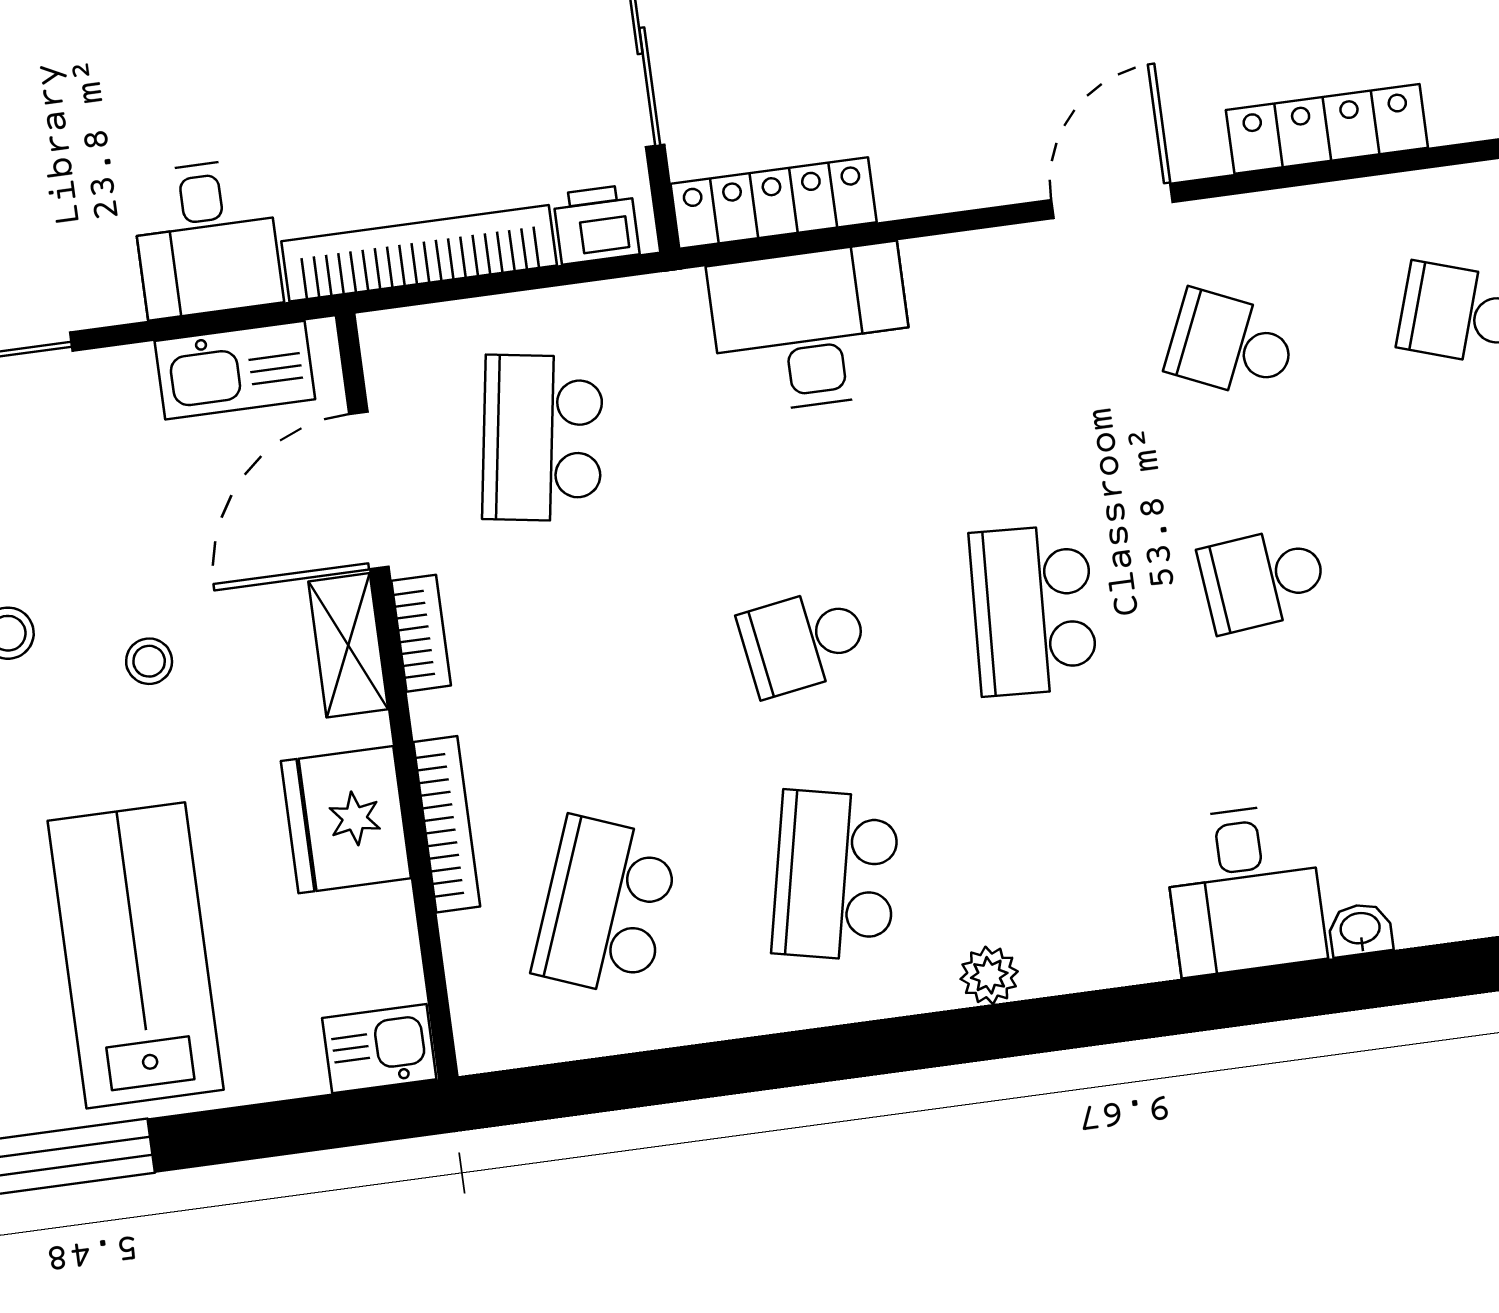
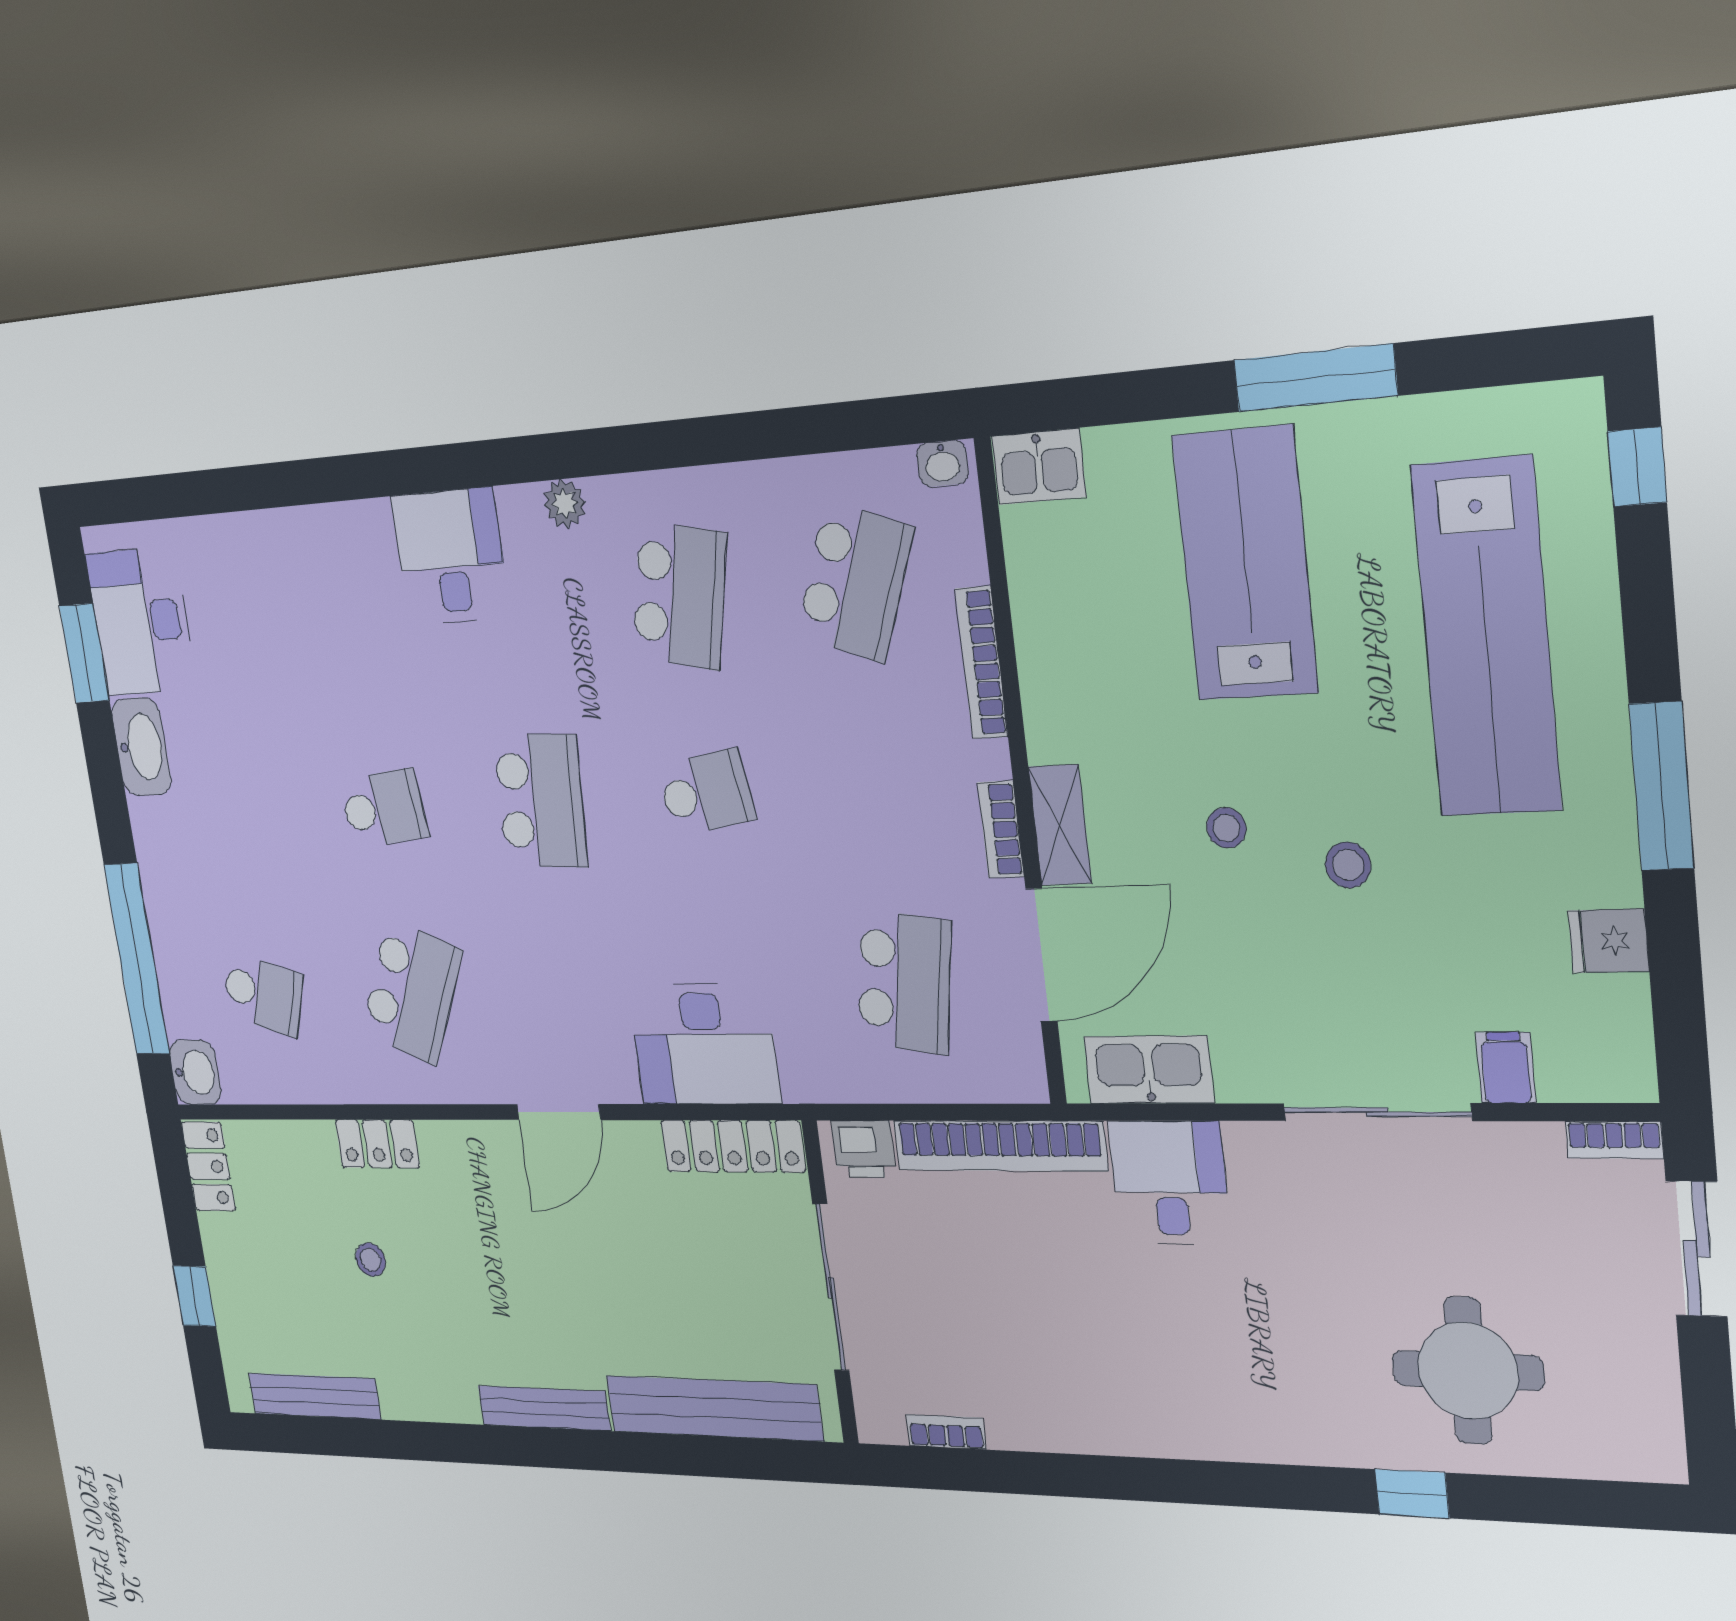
locker: (1327, 129) -> (377, 1144), width x0.66
door: (1112, 201) -> (559, 1112), moved
school desk: (1231, 345) -> (412, 991), width x1.85
fridge: (346, 820) -> (1064, 673), removed
desk: (1244, 890) -> (451, 557), moved
washbasin: (1360, 930) -> (942, 463), moved
lab bench: (136, 955) -> (1245, 564), turned 180

